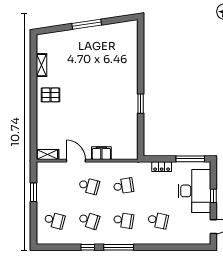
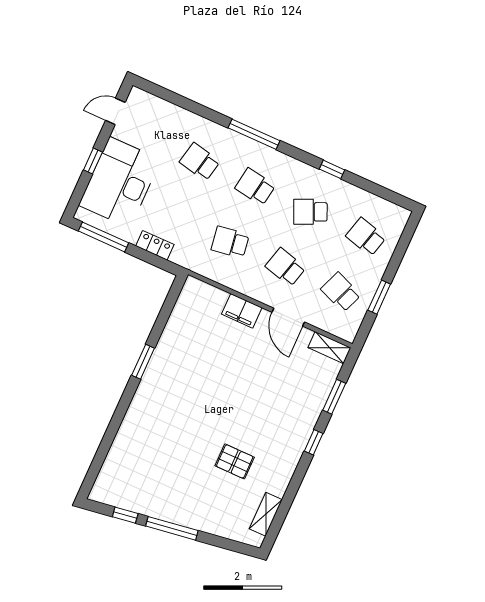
window: (114, 20) -> (125, 515), added
shelving: (41, 65) -> (266, 514), moved
pallet: (51, 95) -> (235, 461), moved
window: (34, 102) -> (314, 442), added
window: (34, 130) -> (334, 397), added
school desk: (55, 186) -> (341, 292), added
school desk: (89, 220) -> (310, 212), turned -42
window: (119, 247) -> (254, 134), moved

